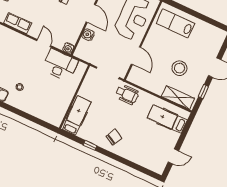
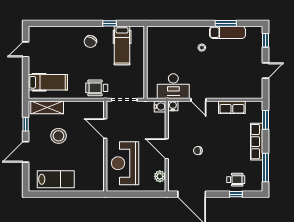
lab bench: (175, 23) -> (56, 179), moved
water cooler: (88, 35) -> (160, 106), moved
hospital bed: (77, 116) -> (122, 46), moved

